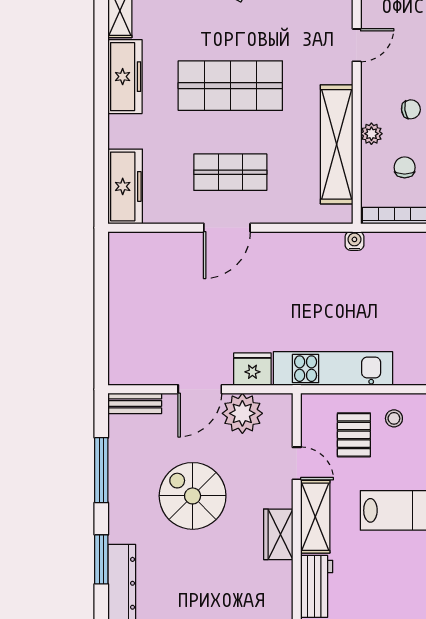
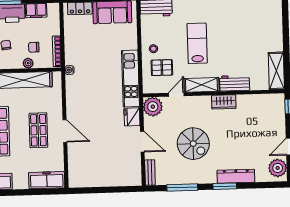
plant: (371, 134) -> (28, 63), moved
plant: (242, 413) -> (153, 107), moved
spiral stairs: (193, 496) -> (193, 144), turned -90
wardrobe: (278, 534) -> (224, 102), moved

